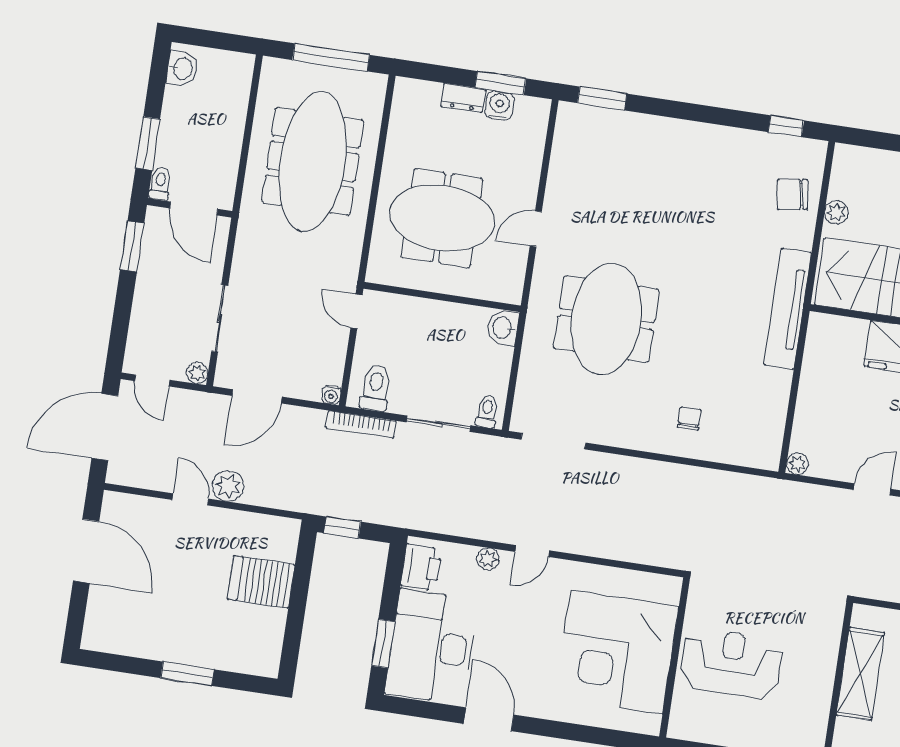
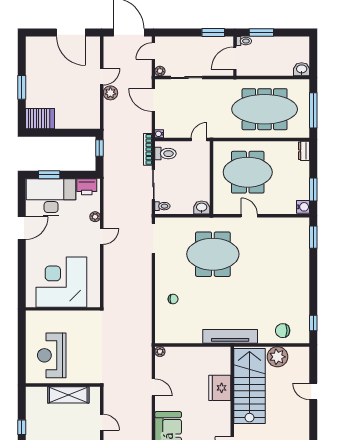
washbasin: (182, 68) -> (302, 69), moved, turned 180
dresser: (463, 98) -> (304, 151), moved
water cooler: (500, 105) -> (303, 207), moved
chair: (792, 194) -> (283, 331), turned -81
plant: (836, 212) -> (277, 357), width x1.87, depth x1.87
meeting table: (442, 218) -> (248, 172), turned 90
door: (86, 551) -> (71, 33), hinge flipped
door: (532, 551) -> (102, 236), swing flipped
server rack: (261, 582) -> (40, 119), moved, turned 90
reception desk: (731, 664) -> (52, 355), moved, turned 180

